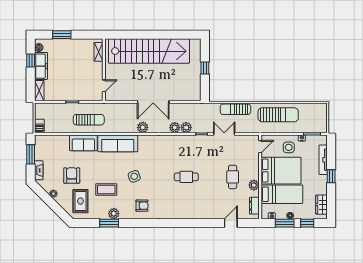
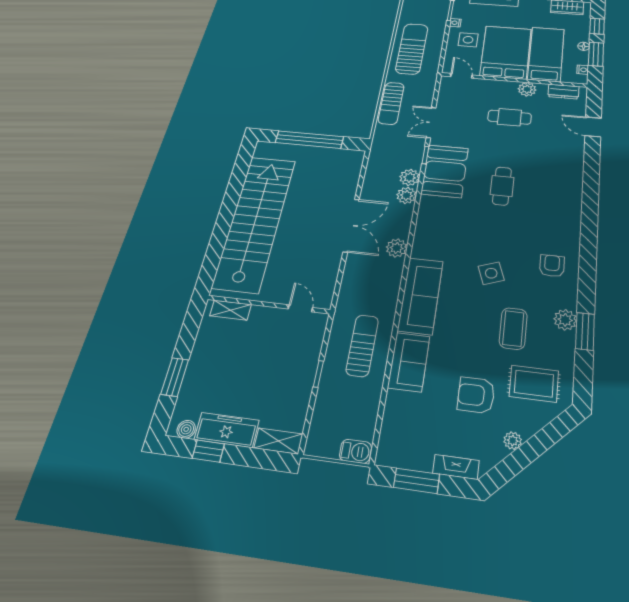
window: (205, 68) -> (309, 140), width x3.17
booth: (192, 146) -> (445, 171), added

